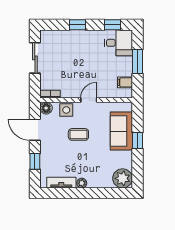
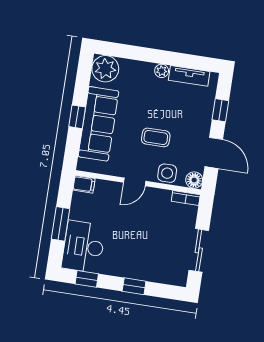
desk: (118, 43) -> (83, 247), width x1.37
filing cabinet: (125, 82) -> (84, 184), moved
sofa: (121, 131) -> (98, 124), width x1.36

